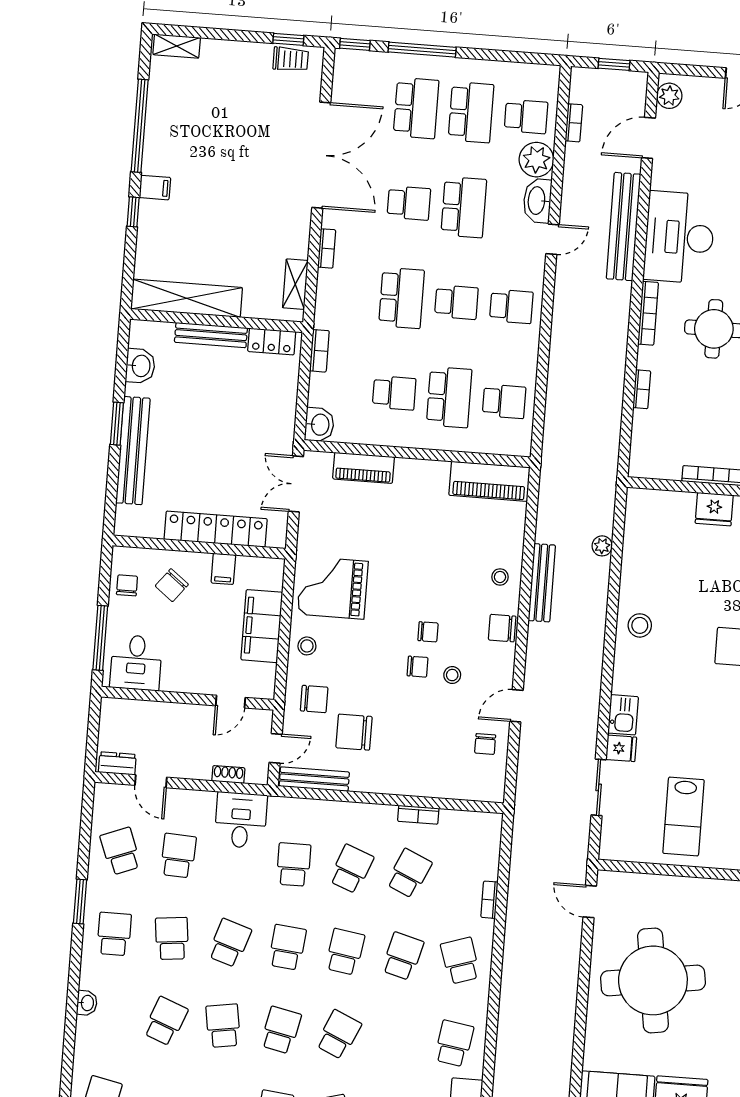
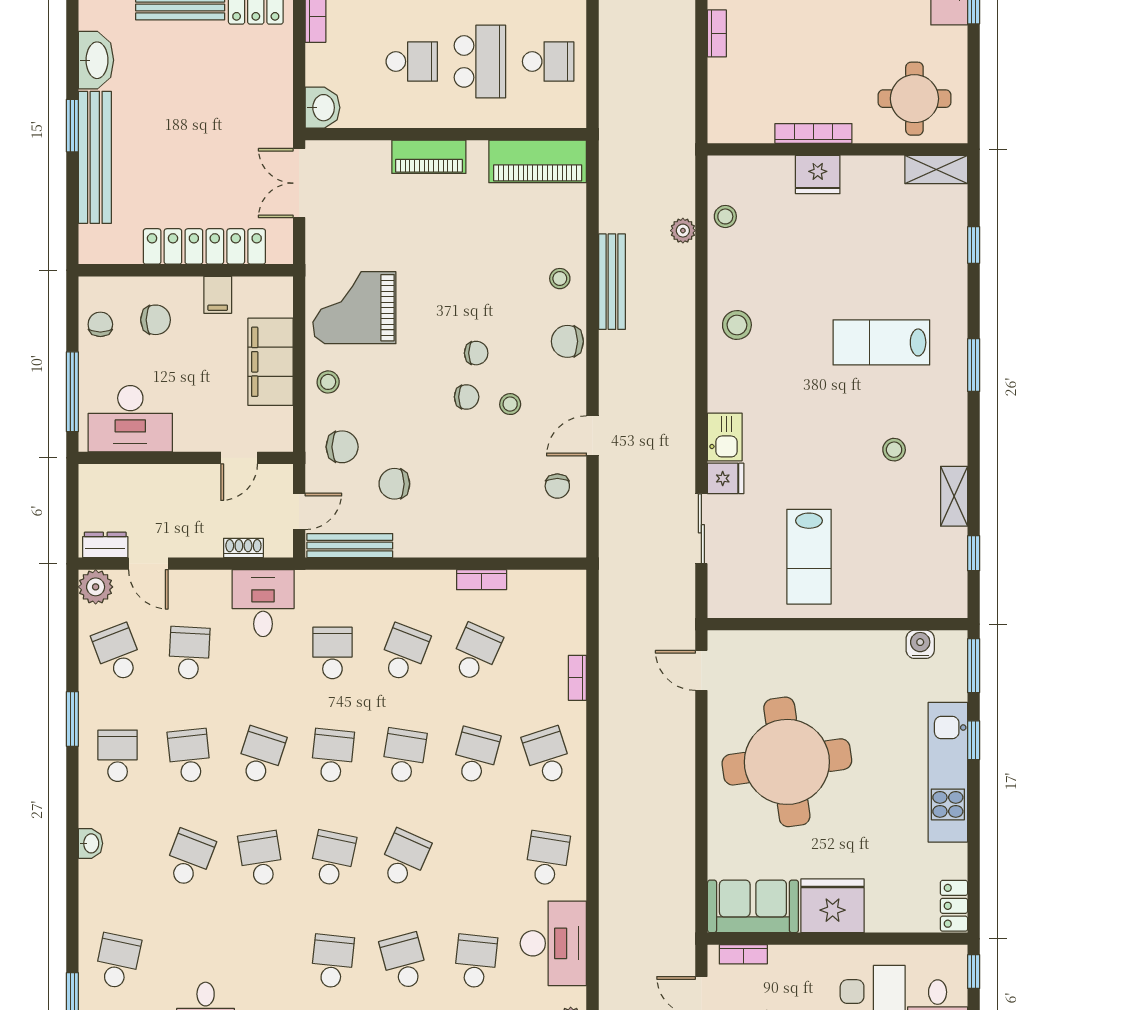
washbasin: (140, 366) -> (96, 60), width x1.38
piano: (364, 468) -> (429, 157), moved
stool: (637, 537) -> (725, 216), added
chair: (172, 585) -> (156, 320), turned -128
desk: (136, 663) -> (130, 419), width x1.37
chair: (354, 732) -> (394, 484), width x0.73, depth x0.73
plant: (107, 797) -> (96, 587), added

